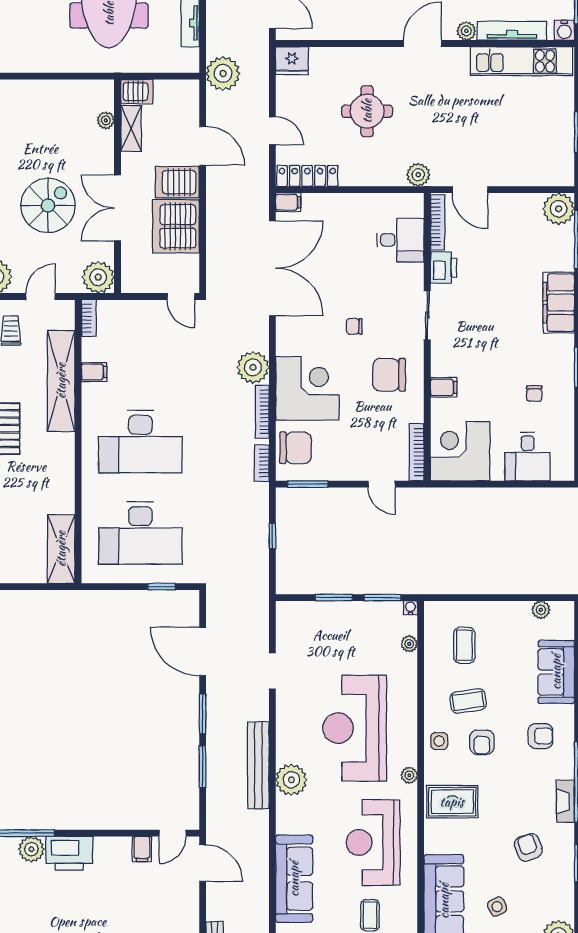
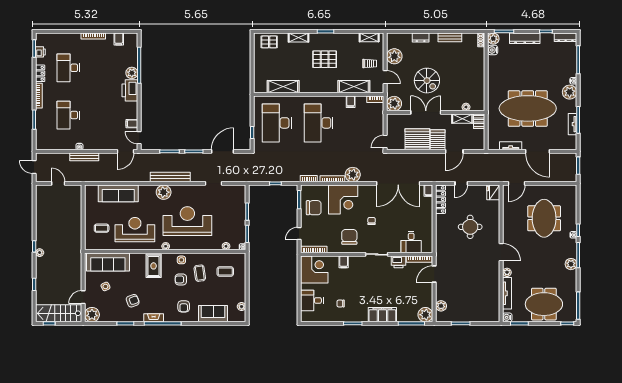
kitchen unit: (522, 61) -> (493, 298), removed
plant: (223, 73) -> (487, 161), removed
plant: (418, 175) -> (441, 306), moved
shelving: (61, 381) -> (354, 87), width x0.68
chair: (296, 448) -> (314, 208), moved, turned -90
shelving: (61, 549) -> (283, 87), moved

